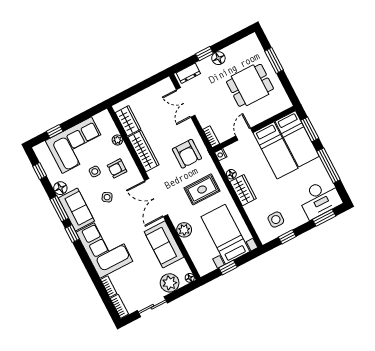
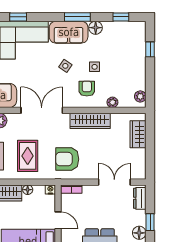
plant: (100, 119) -> (140, 96), added
wardrobe: (128, 121) -> (138, 134), moved, turned 90
corner sofa: (77, 145) -> (127, 63), removed
window: (72, 234) -> (18, 17), moved

